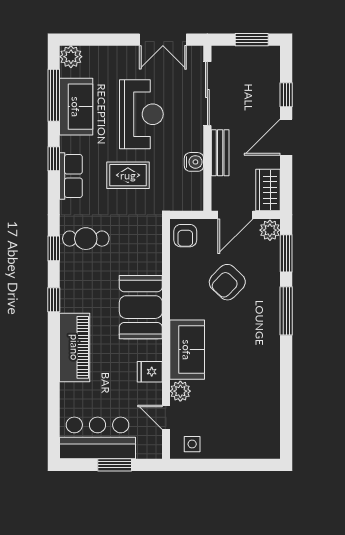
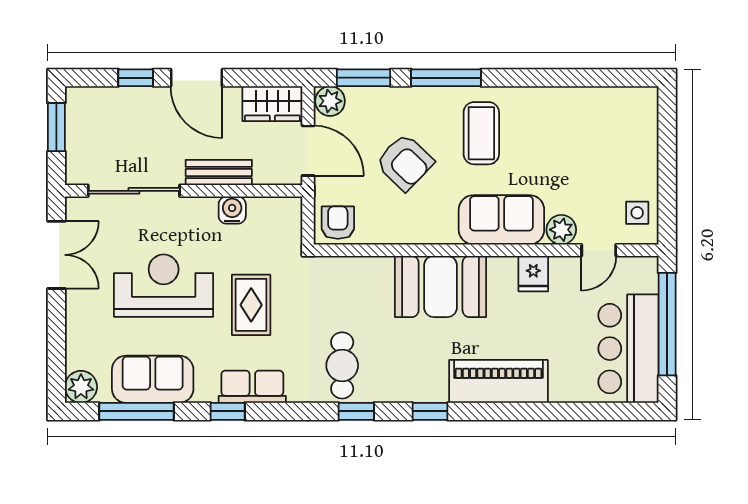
armchair: (185, 236) -> (338, 223), turned -90
coffee table: (247, 335) -> (481, 133), added
window: (115, 465) -> (667, 324), width x2.11

